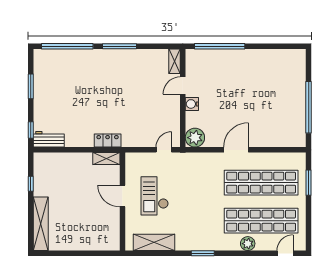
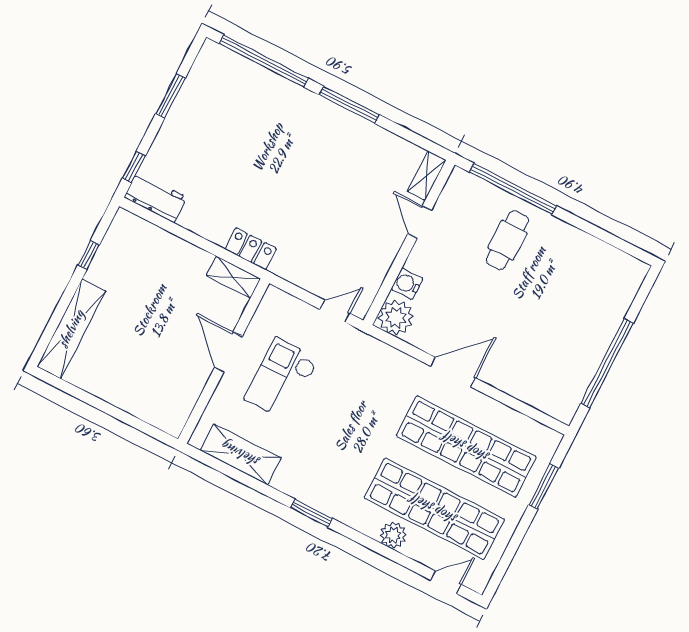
cafe table: (230, 72) -> (507, 240), added
door: (183, 85) -> (420, 222), hinge flipped
water cooler: (192, 104) -> (407, 284), moved

